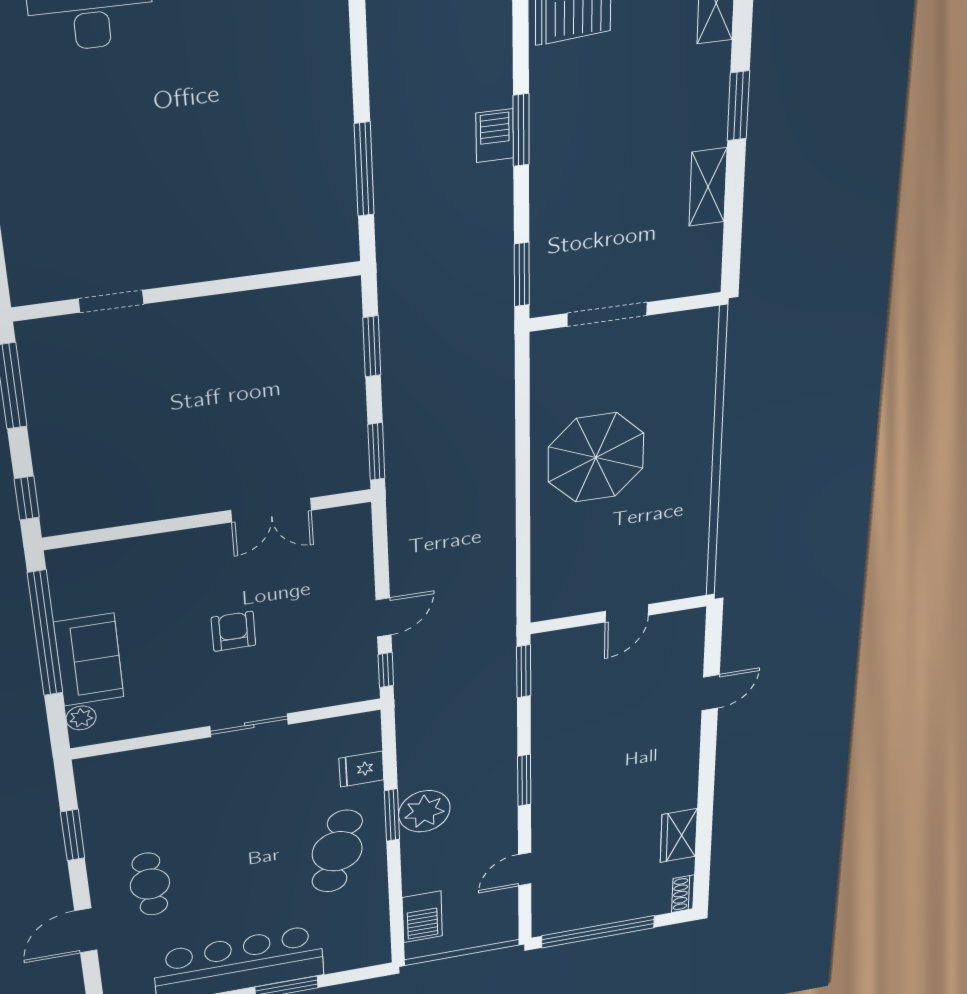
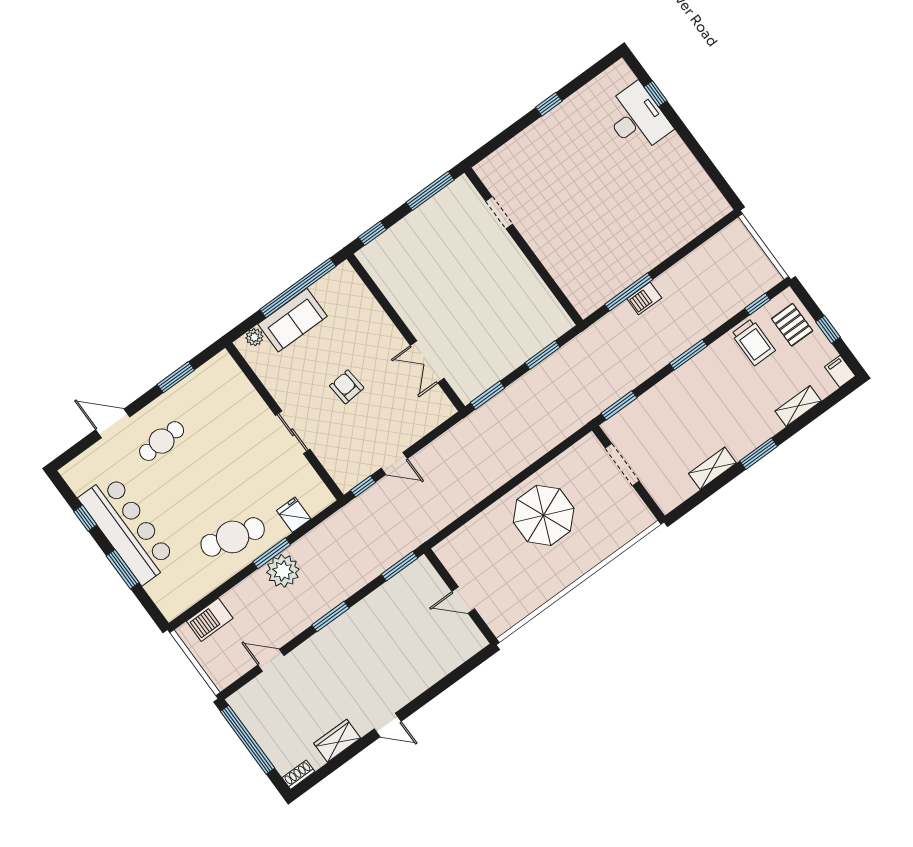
barbecue: (495, 136) -> (644, 298), moved, turned 180
armchair: (233, 631) -> (347, 387), turned -95
door: (711, 693) -> (388, 725), moved

